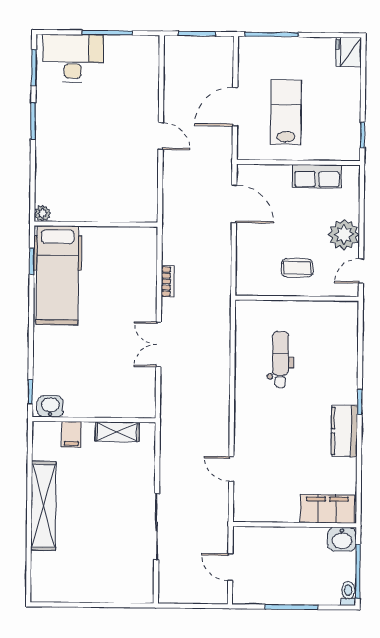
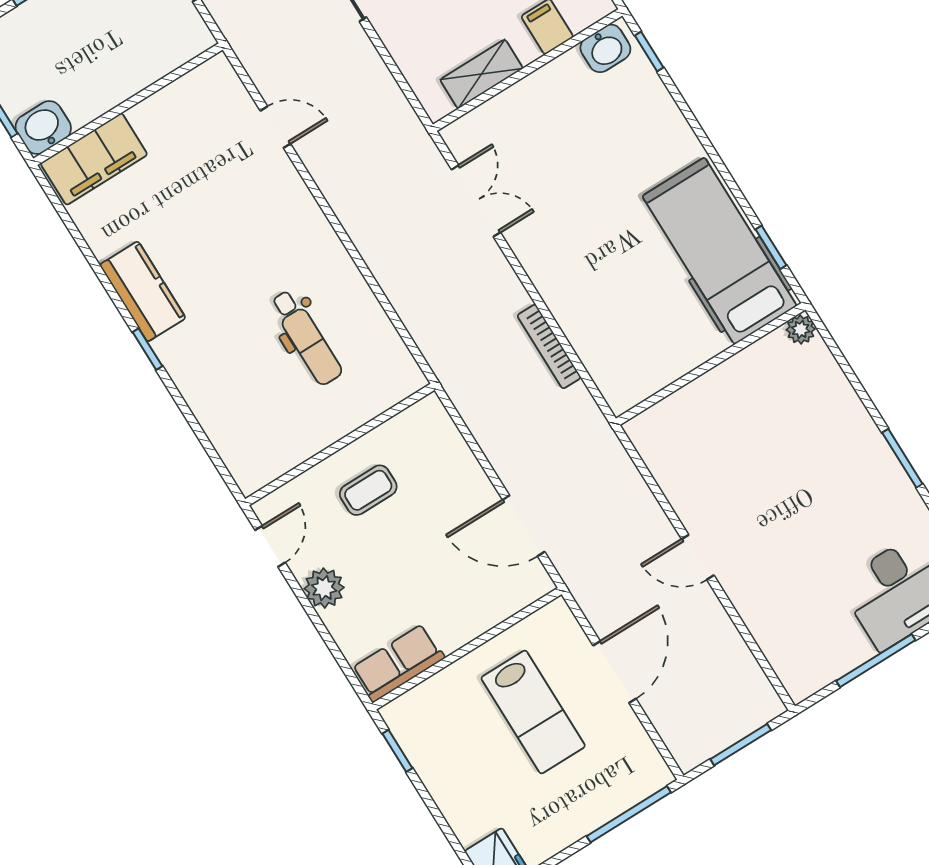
row of seats: (317, 176) -> (398, 663), moved
plant: (344, 235) -> (324, 588), width x0.73, depth x0.73
bookcase: (168, 281) -> (549, 346), width x1.56
double door: (159, 344) -> (476, 201), moved

